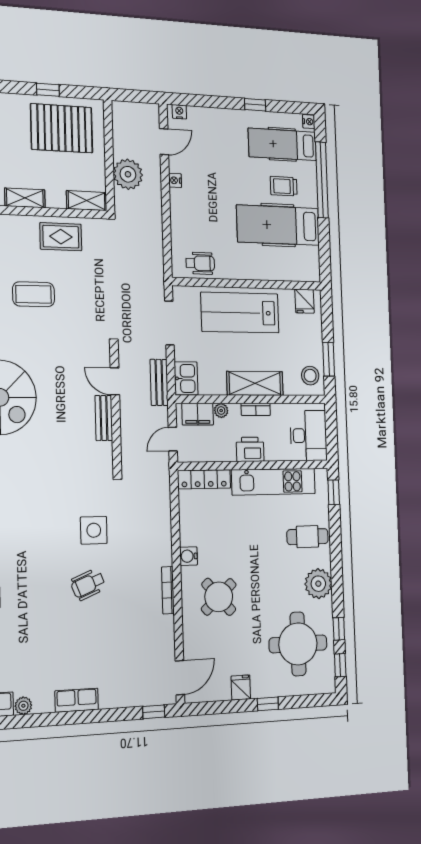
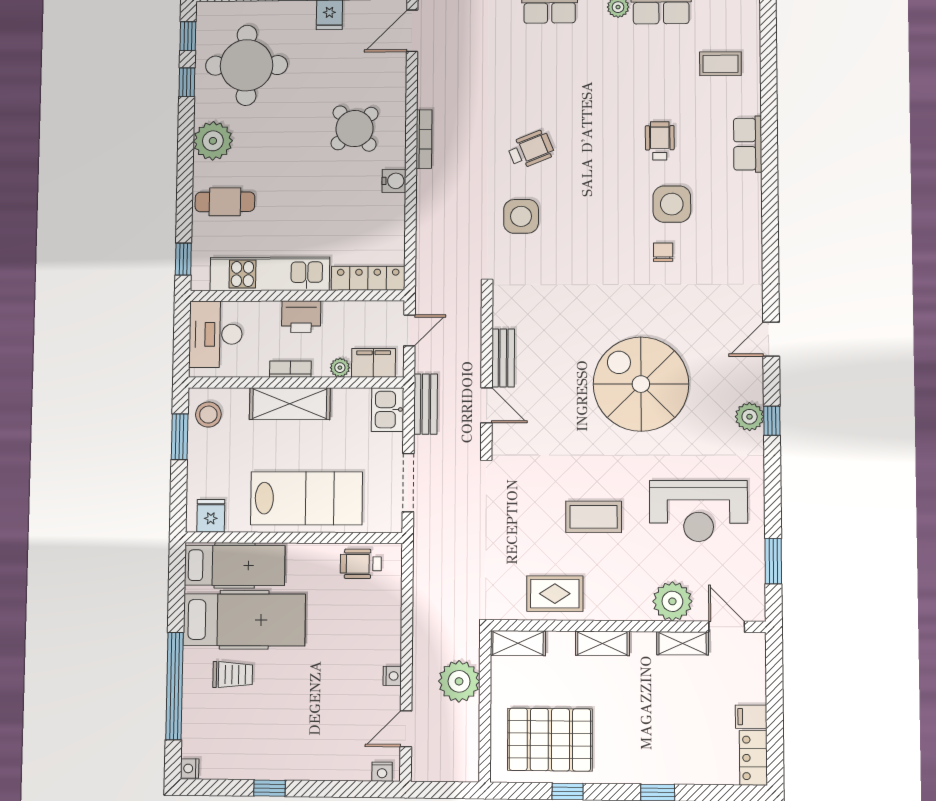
hospital bed: (282, 144) -> (235, 565), moved

